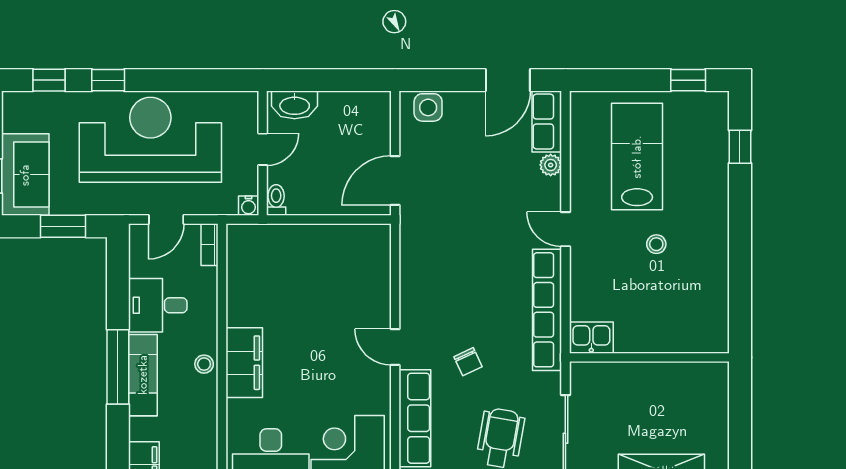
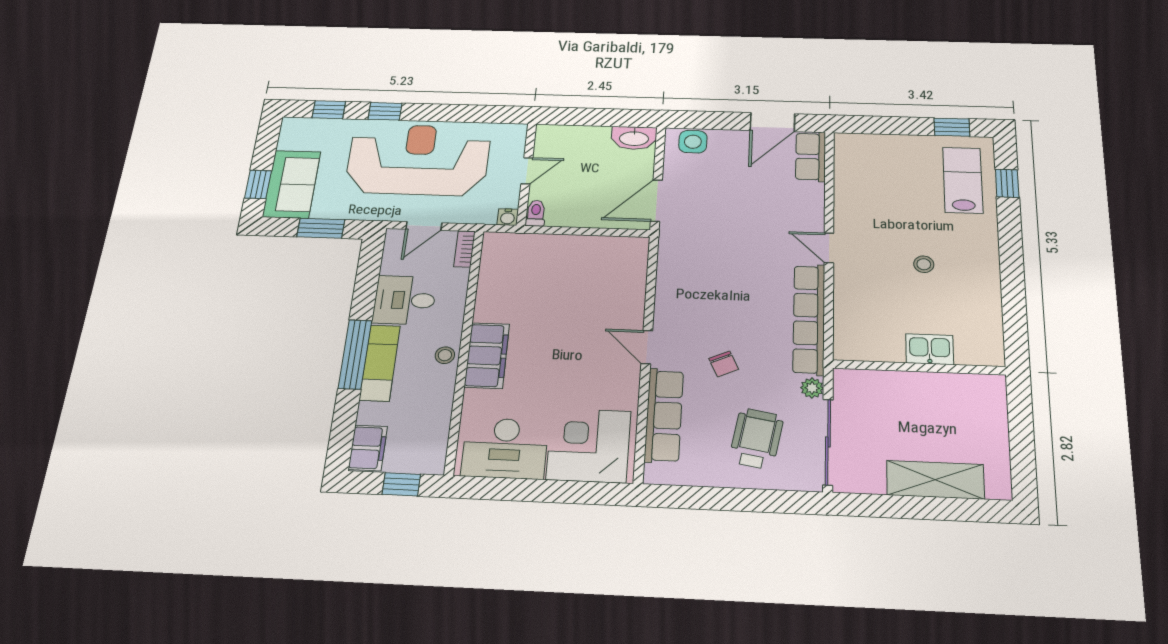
washbasin: (295, 105) -> (634, 138), moved
lab bench: (637, 157) -> (963, 180), moved, width x0.73, depth x0.72
plant: (551, 165) -> (812, 388), moved
kitchen sink: (591, 338) -> (930, 349), moved

